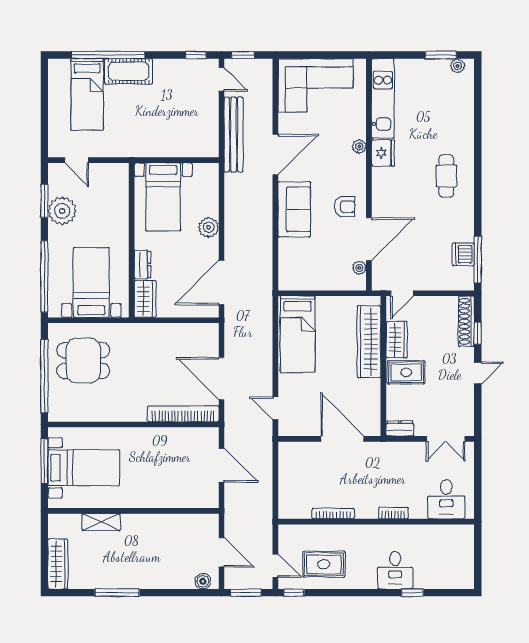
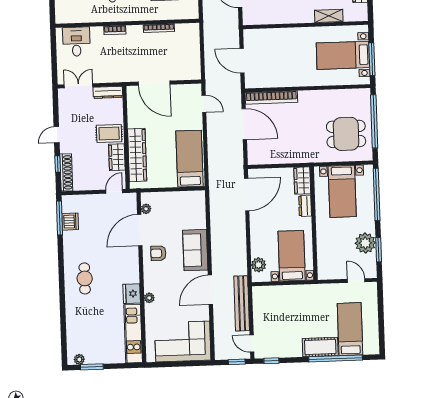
plant: (209, 227) -> (259, 265), moved
dresser: (400, 428) -> (108, 92), width x1.44

